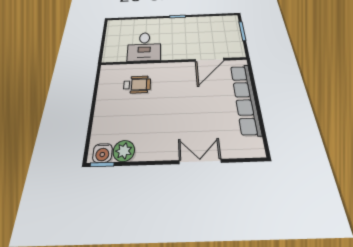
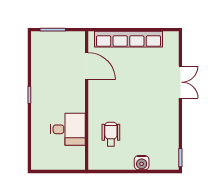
plant: (124, 151) -> (170, 142), removed
water cooler: (102, 153) -> (142, 163), moved, turned 90
double door: (200, 161) -> (180, 82), swing flipped

